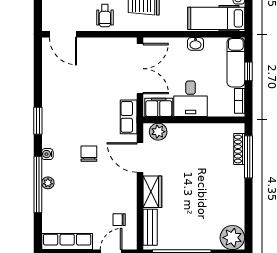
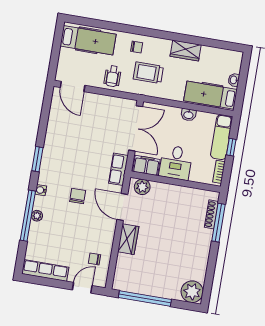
bench: (150, 227) -> (121, 270), removed

